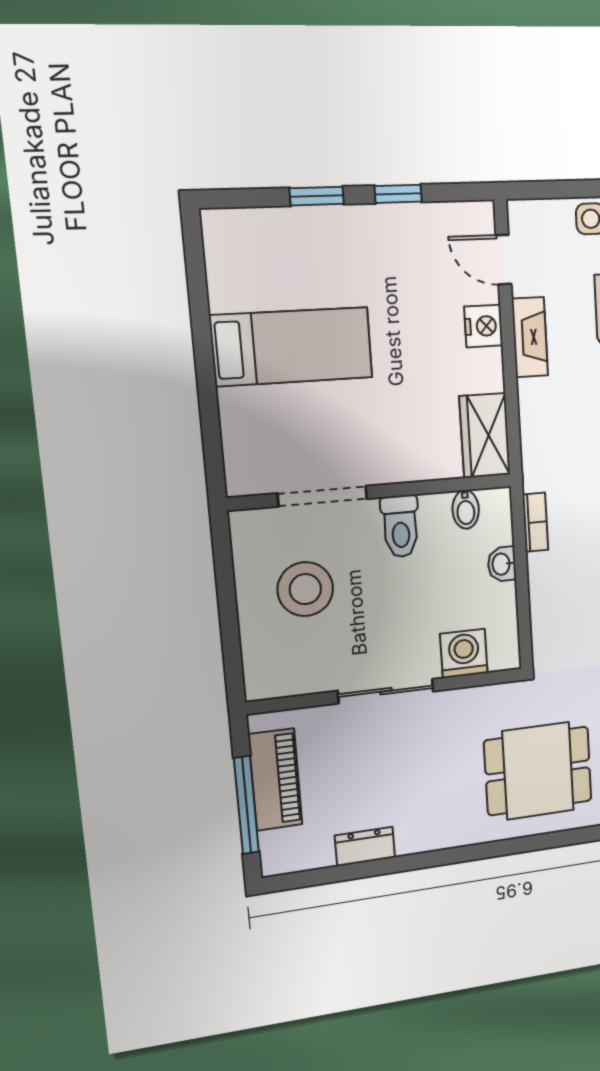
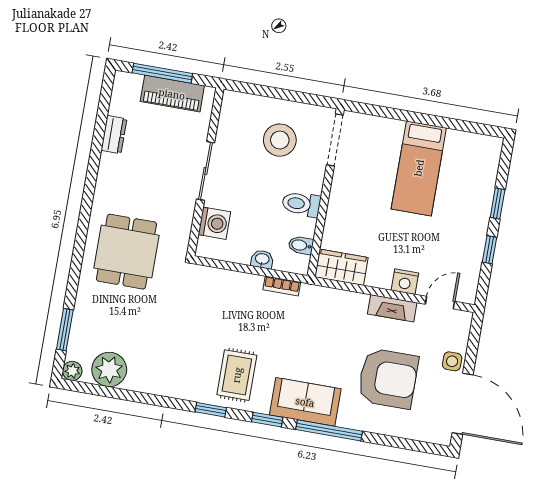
doorway: (323, 496) -> (335, 140), moved

